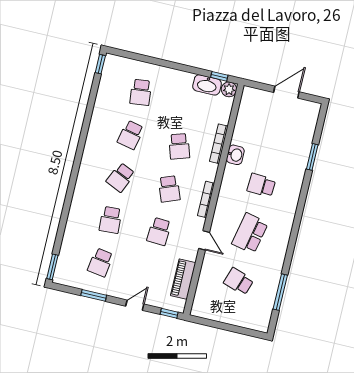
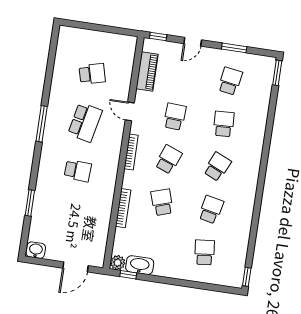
door: (286, 92) -> (75, 267), moved
washbasin: (235, 155) -> (36, 250), moved, turned 90
school desk: (169, 189) -> (168, 159), turned 42
school desk: (239, 281) -> (92, 74), turned -33
window: (280, 292) -> (42, 124), moved

